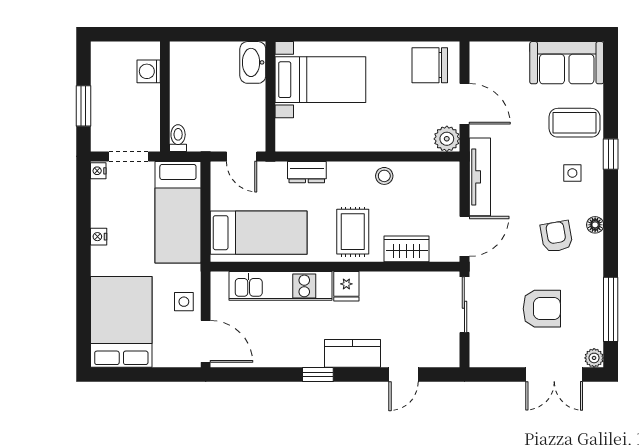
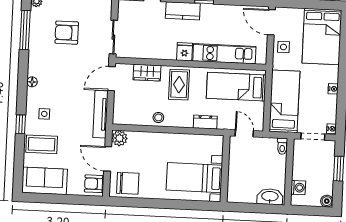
boiler: (101, 51) -> (327, 201), added
washbasin: (253, 62) -> (270, 197), moved, turned -90
armchair: (556, 237) -> (94, 184), moved, turned 100

